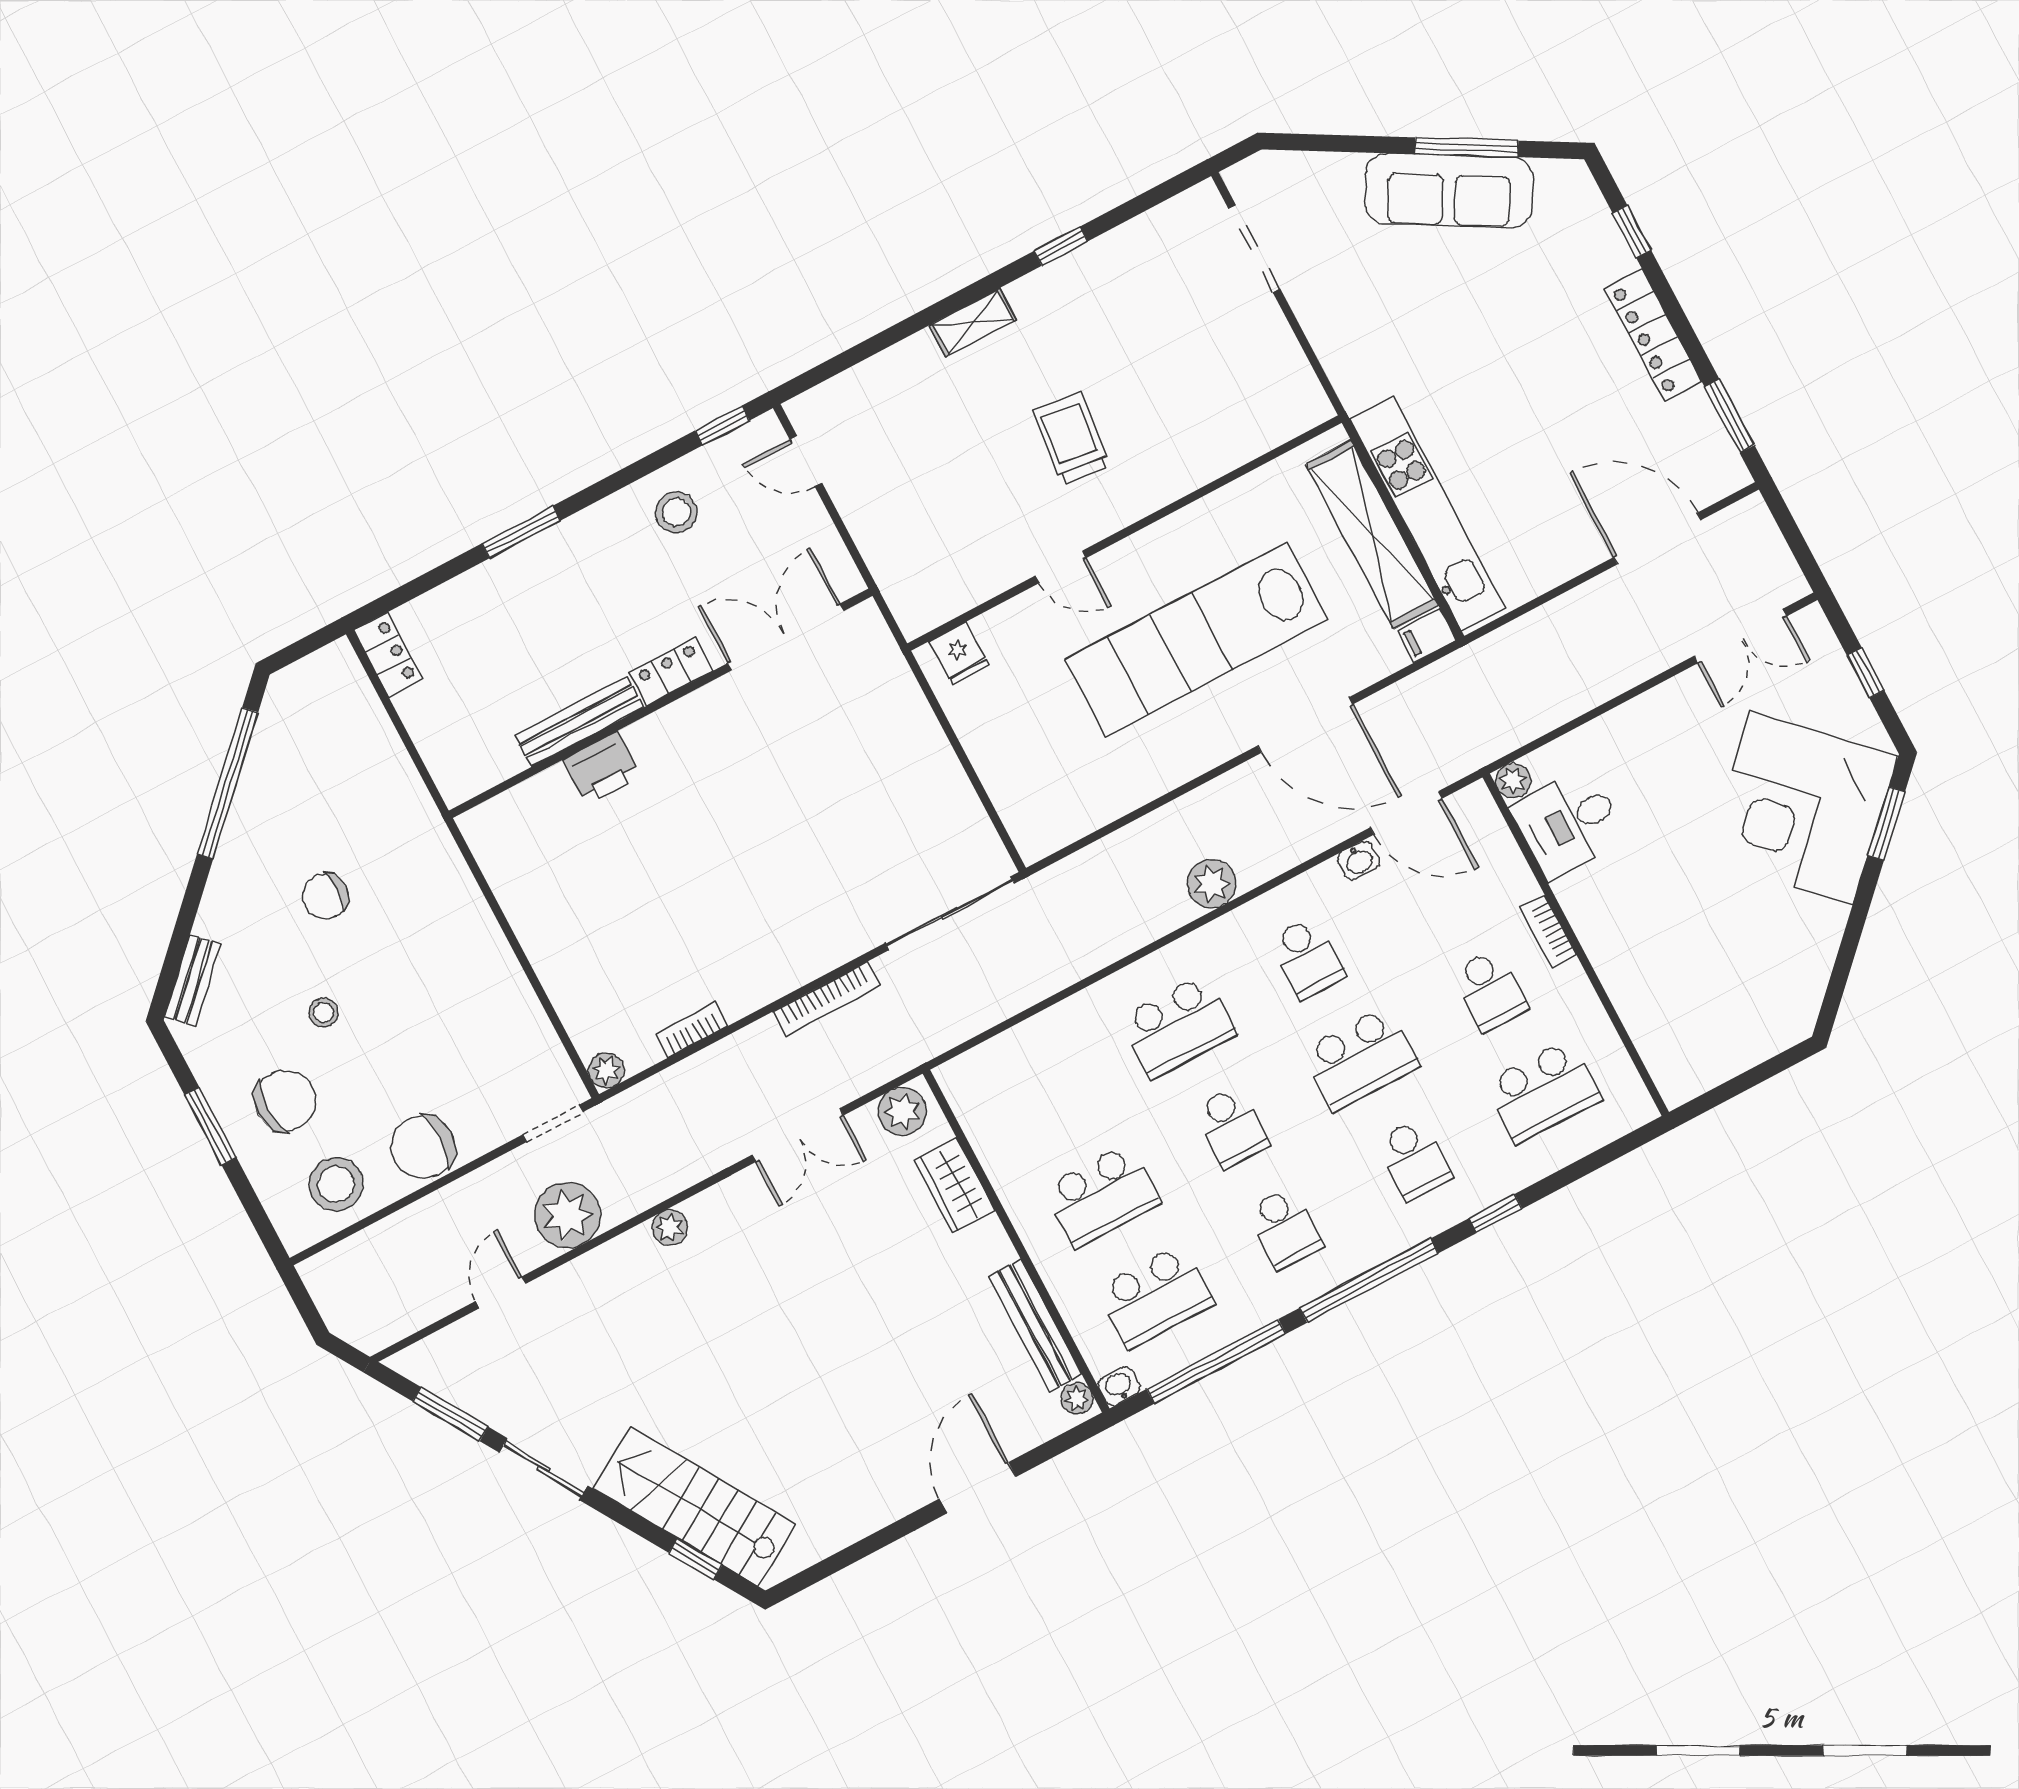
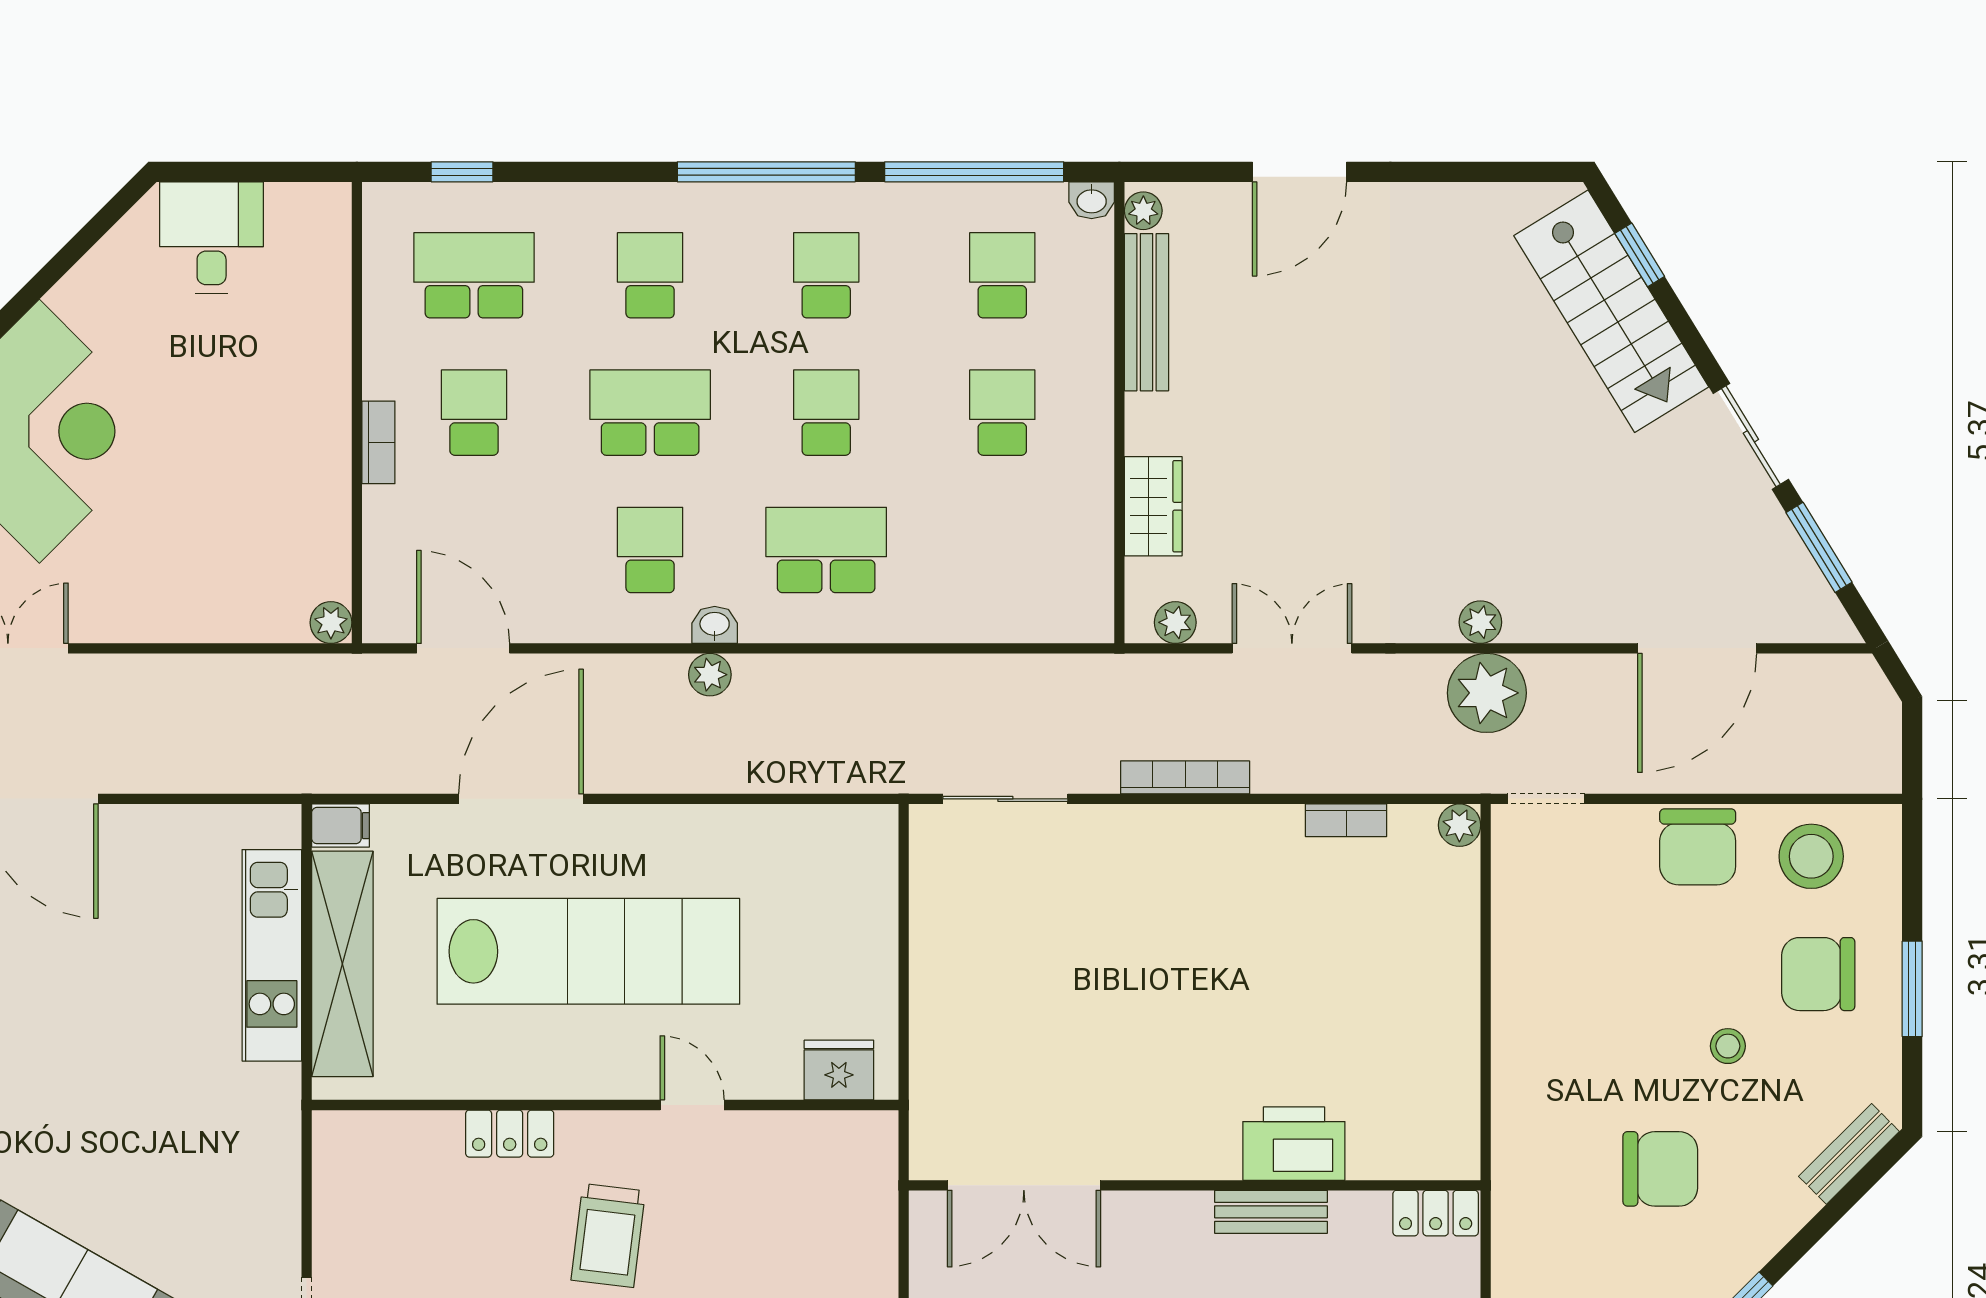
locker: (1183, 475) -> (510, 1134), added
kitchen unit: (1427, 513) -> (272, 955), width x0.73
fridge: (959, 653) -> (839, 1070), width x1.38
locker: (671, 672) -> (1436, 1213), moved
bench: (579, 721) -> (1271, 1212), width x0.73
door: (1305, 725) -> (521, 799), hinge flipped
printer: (602, 768) -> (1294, 1144), width x1.37, depth x1.19
desk: (1569, 823) -> (212, 238), moved, turned -90
washbasin: (1359, 860) -> (715, 625), moved
plant: (1212, 884) -> (710, 675), width x0.73, depth x0.73
chair: (325, 896) -> (1660, 1169), width x1.37, depth x1.37
sliding door: (950, 913) -> (1005, 799), width x0.73
plant: (902, 1111) -> (1175, 622), width x0.73, depth x0.73
chair: (423, 1147) -> (1698, 847), turned 90
school desk: (1102, 1196) -> (1002, 413), width x0.54
window: (1496, 1213) -> (462, 172), moved
plant: (567, 1215) -> (1487, 693), moved
door: (500, 1292) -> (1697, 648), width x1.87
school desk: (1155, 1296) -> (1002, 275), width x0.54

